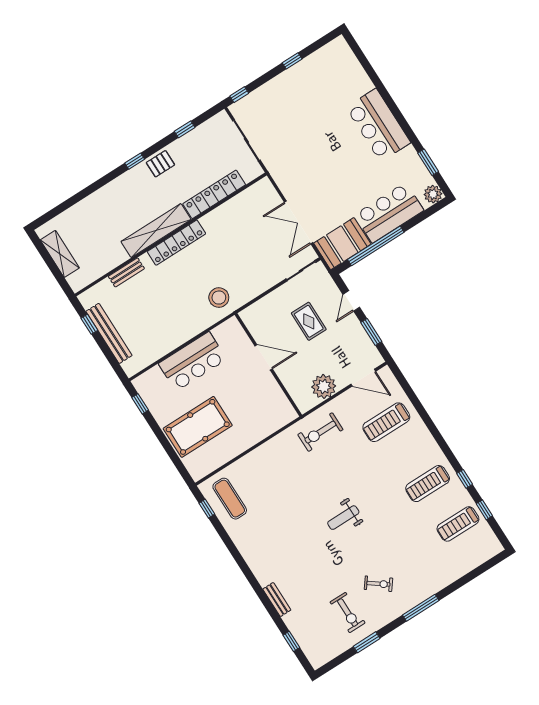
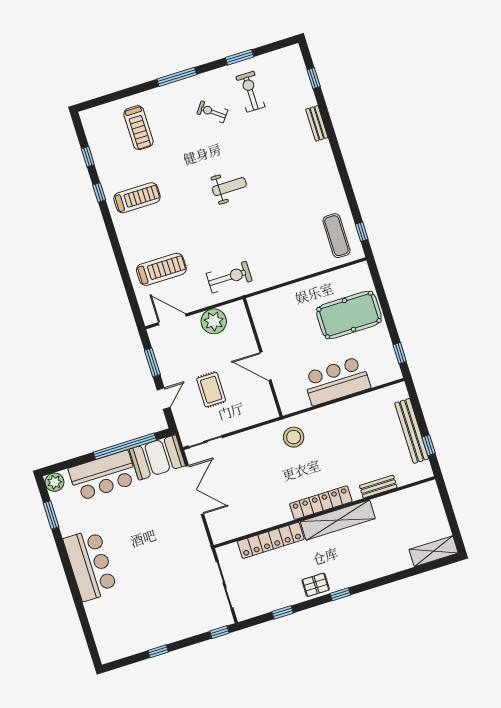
shelving: (60, 254) -> (434, 551), moved, turned 90
treadmill: (458, 524) -> (138, 128), moved, turned 90

